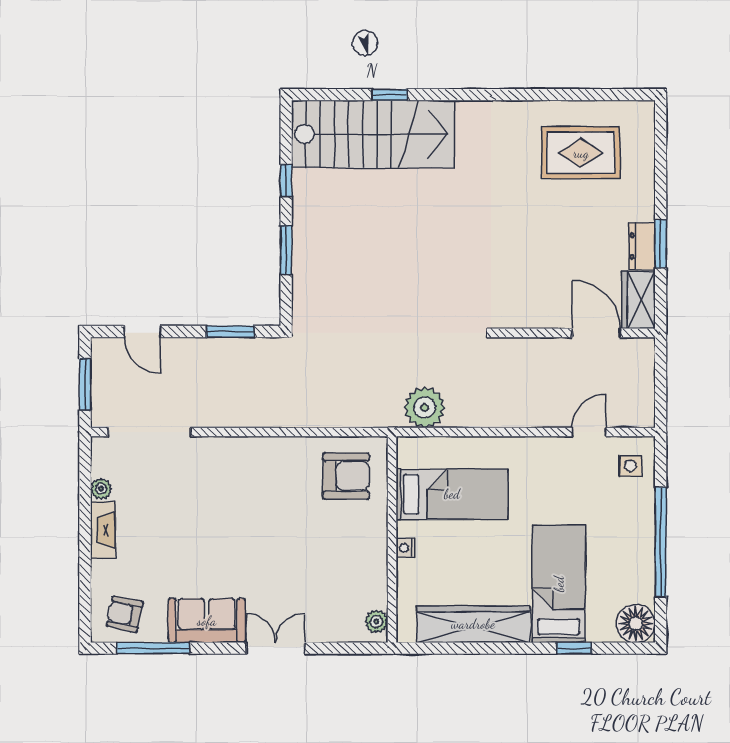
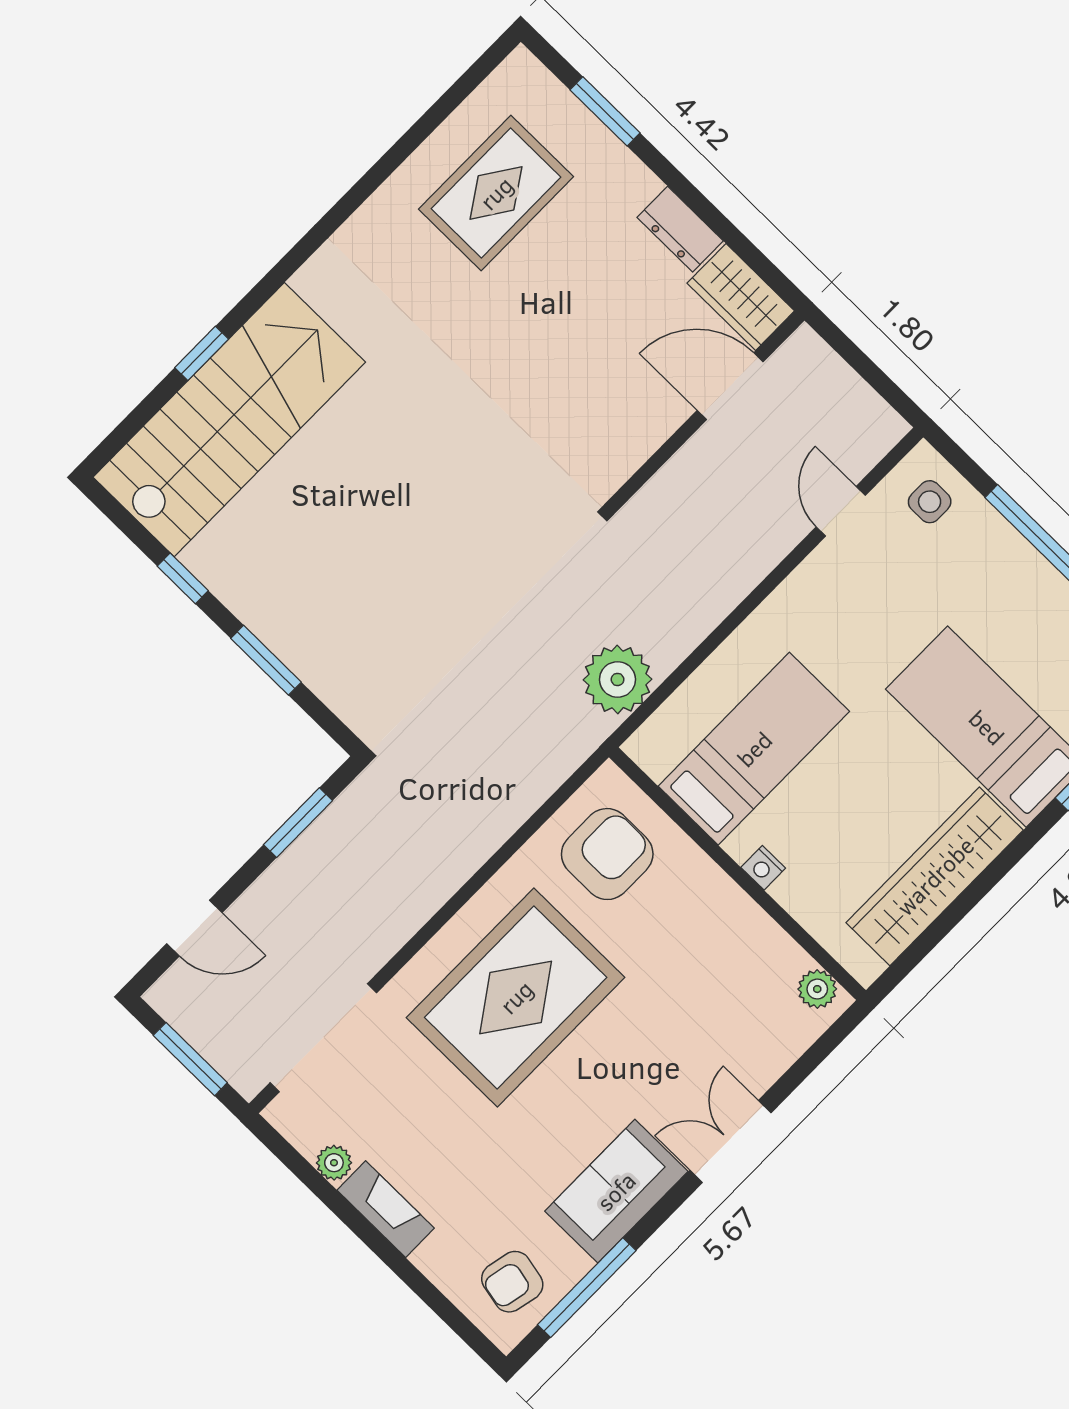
window: (661, 244) -> (605, 111), moved
rug: (247, 497) -> (516, 997), added

